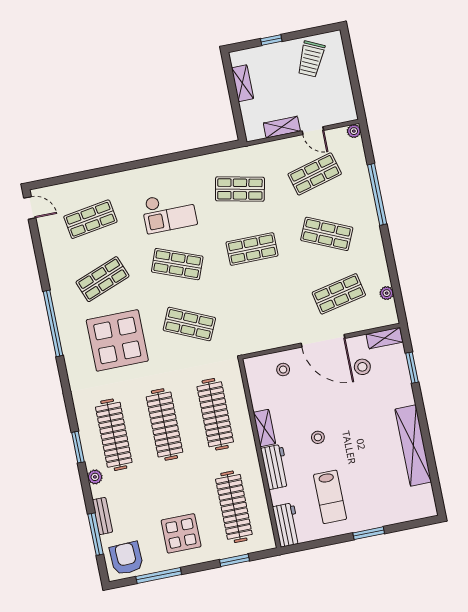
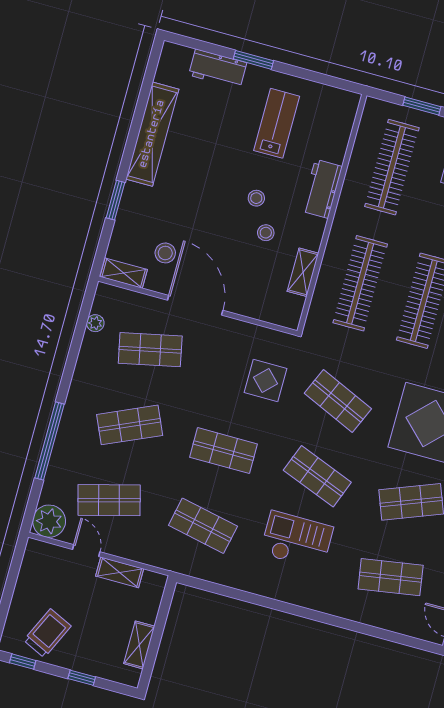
window: (318, 30) -> (23, 662), added
plant: (354, 131) -> (49, 521), width x1.87, depth x1.87
shop shelf: (327, 234) -> (130, 425), turned -48
display table: (247, 313) -> (265, 381), added
window: (412, 368) -> (115, 200), moved
stool: (283, 370) -> (266, 233), moved
shelving: (264, 428) -> (303, 272), moved
workbench: (287, 525) -> (218, 69), moved, turned -90

